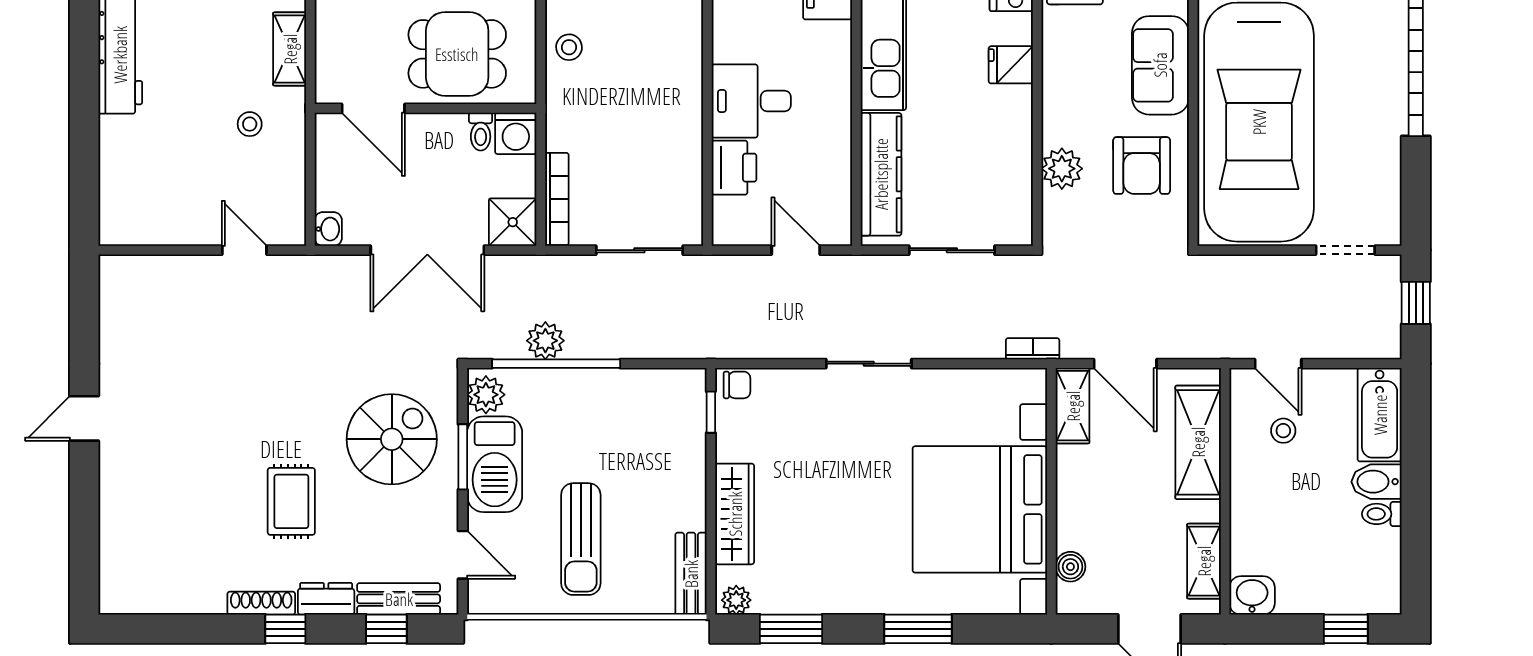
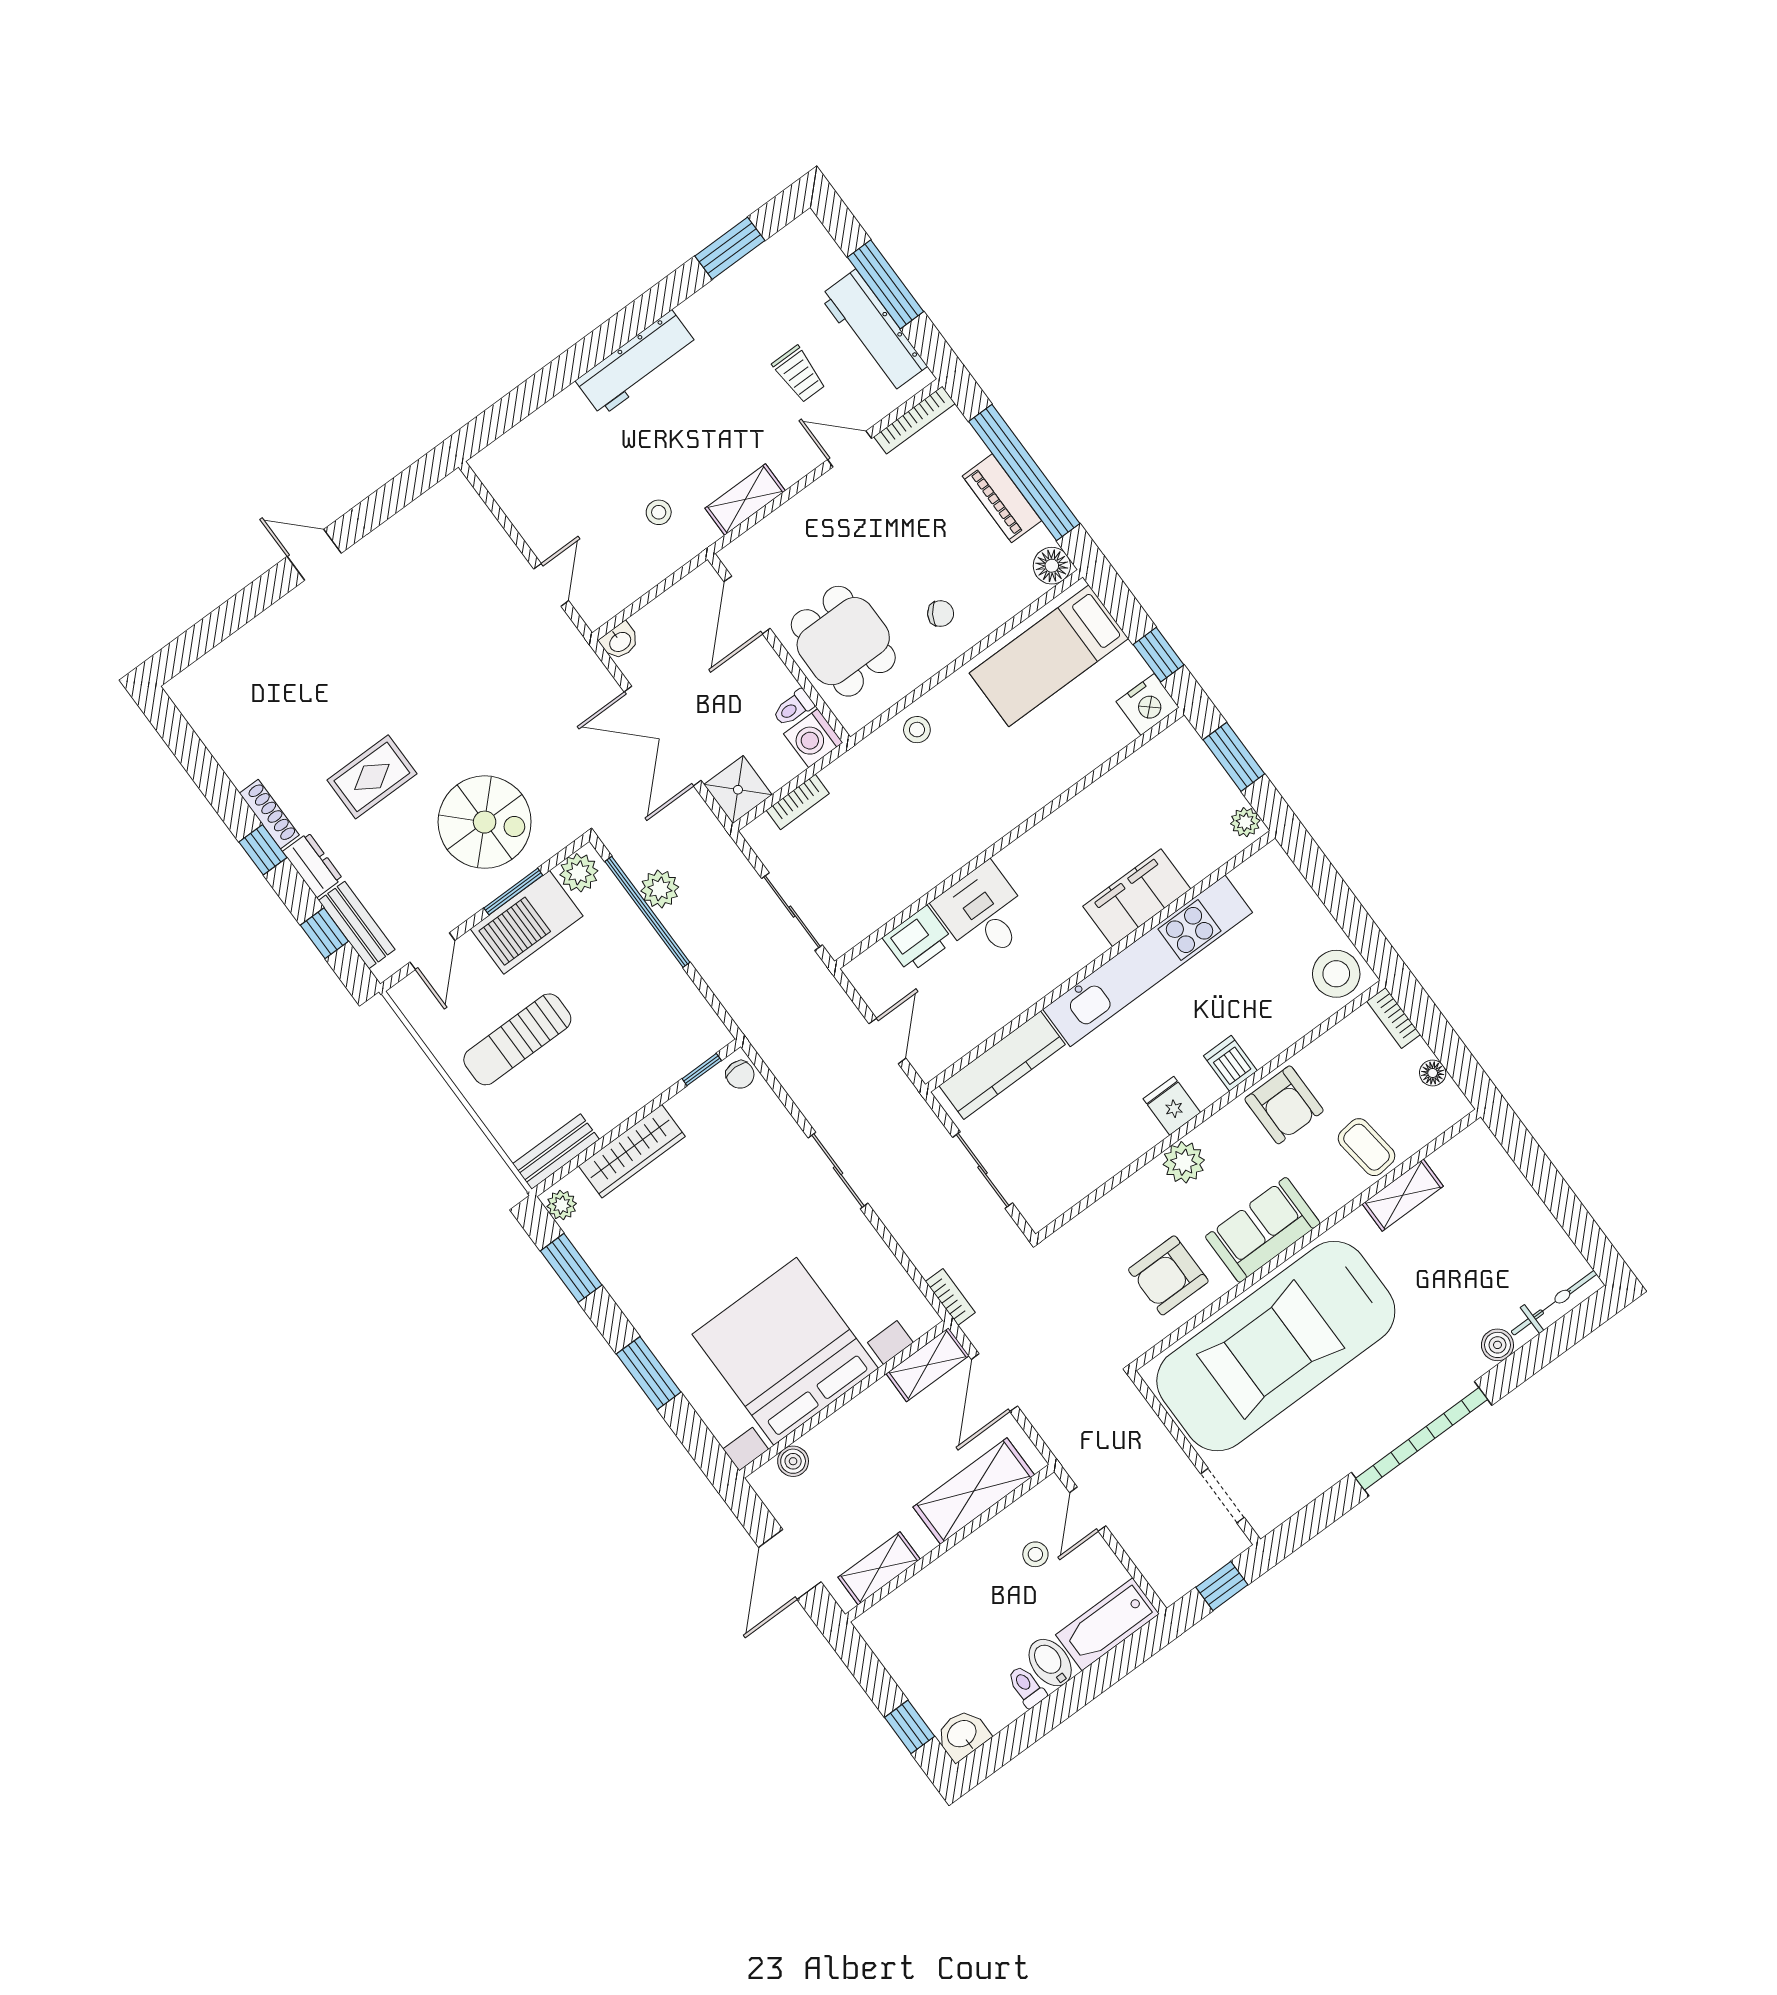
plant: (1062, 169) -> (1184, 1162), moved
bookcase: (557, 199) -> (798, 802), width x0.64
washbasin: (1252, 595) -> (962, 1735), moved, turned -90

